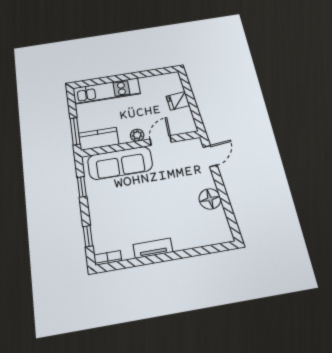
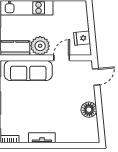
fridge: (178, 101) -> (82, 38), moved
plant: (137, 135) -> (40, 46), width x1.87, depth x1.87

